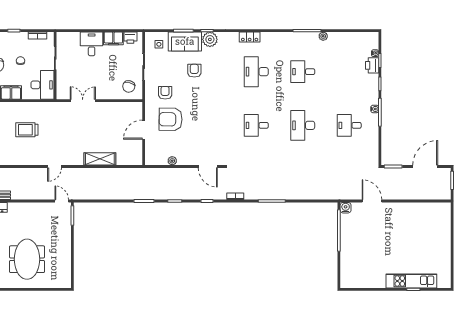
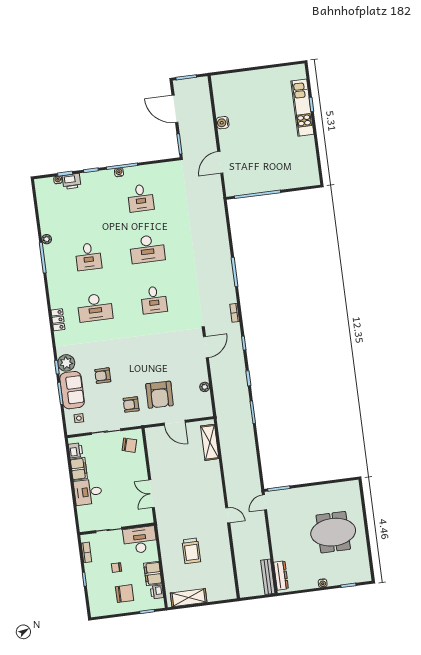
shelving: (100, 159) -> (210, 442), moved
water cooler: (346, 208) -> (223, 123), moved

